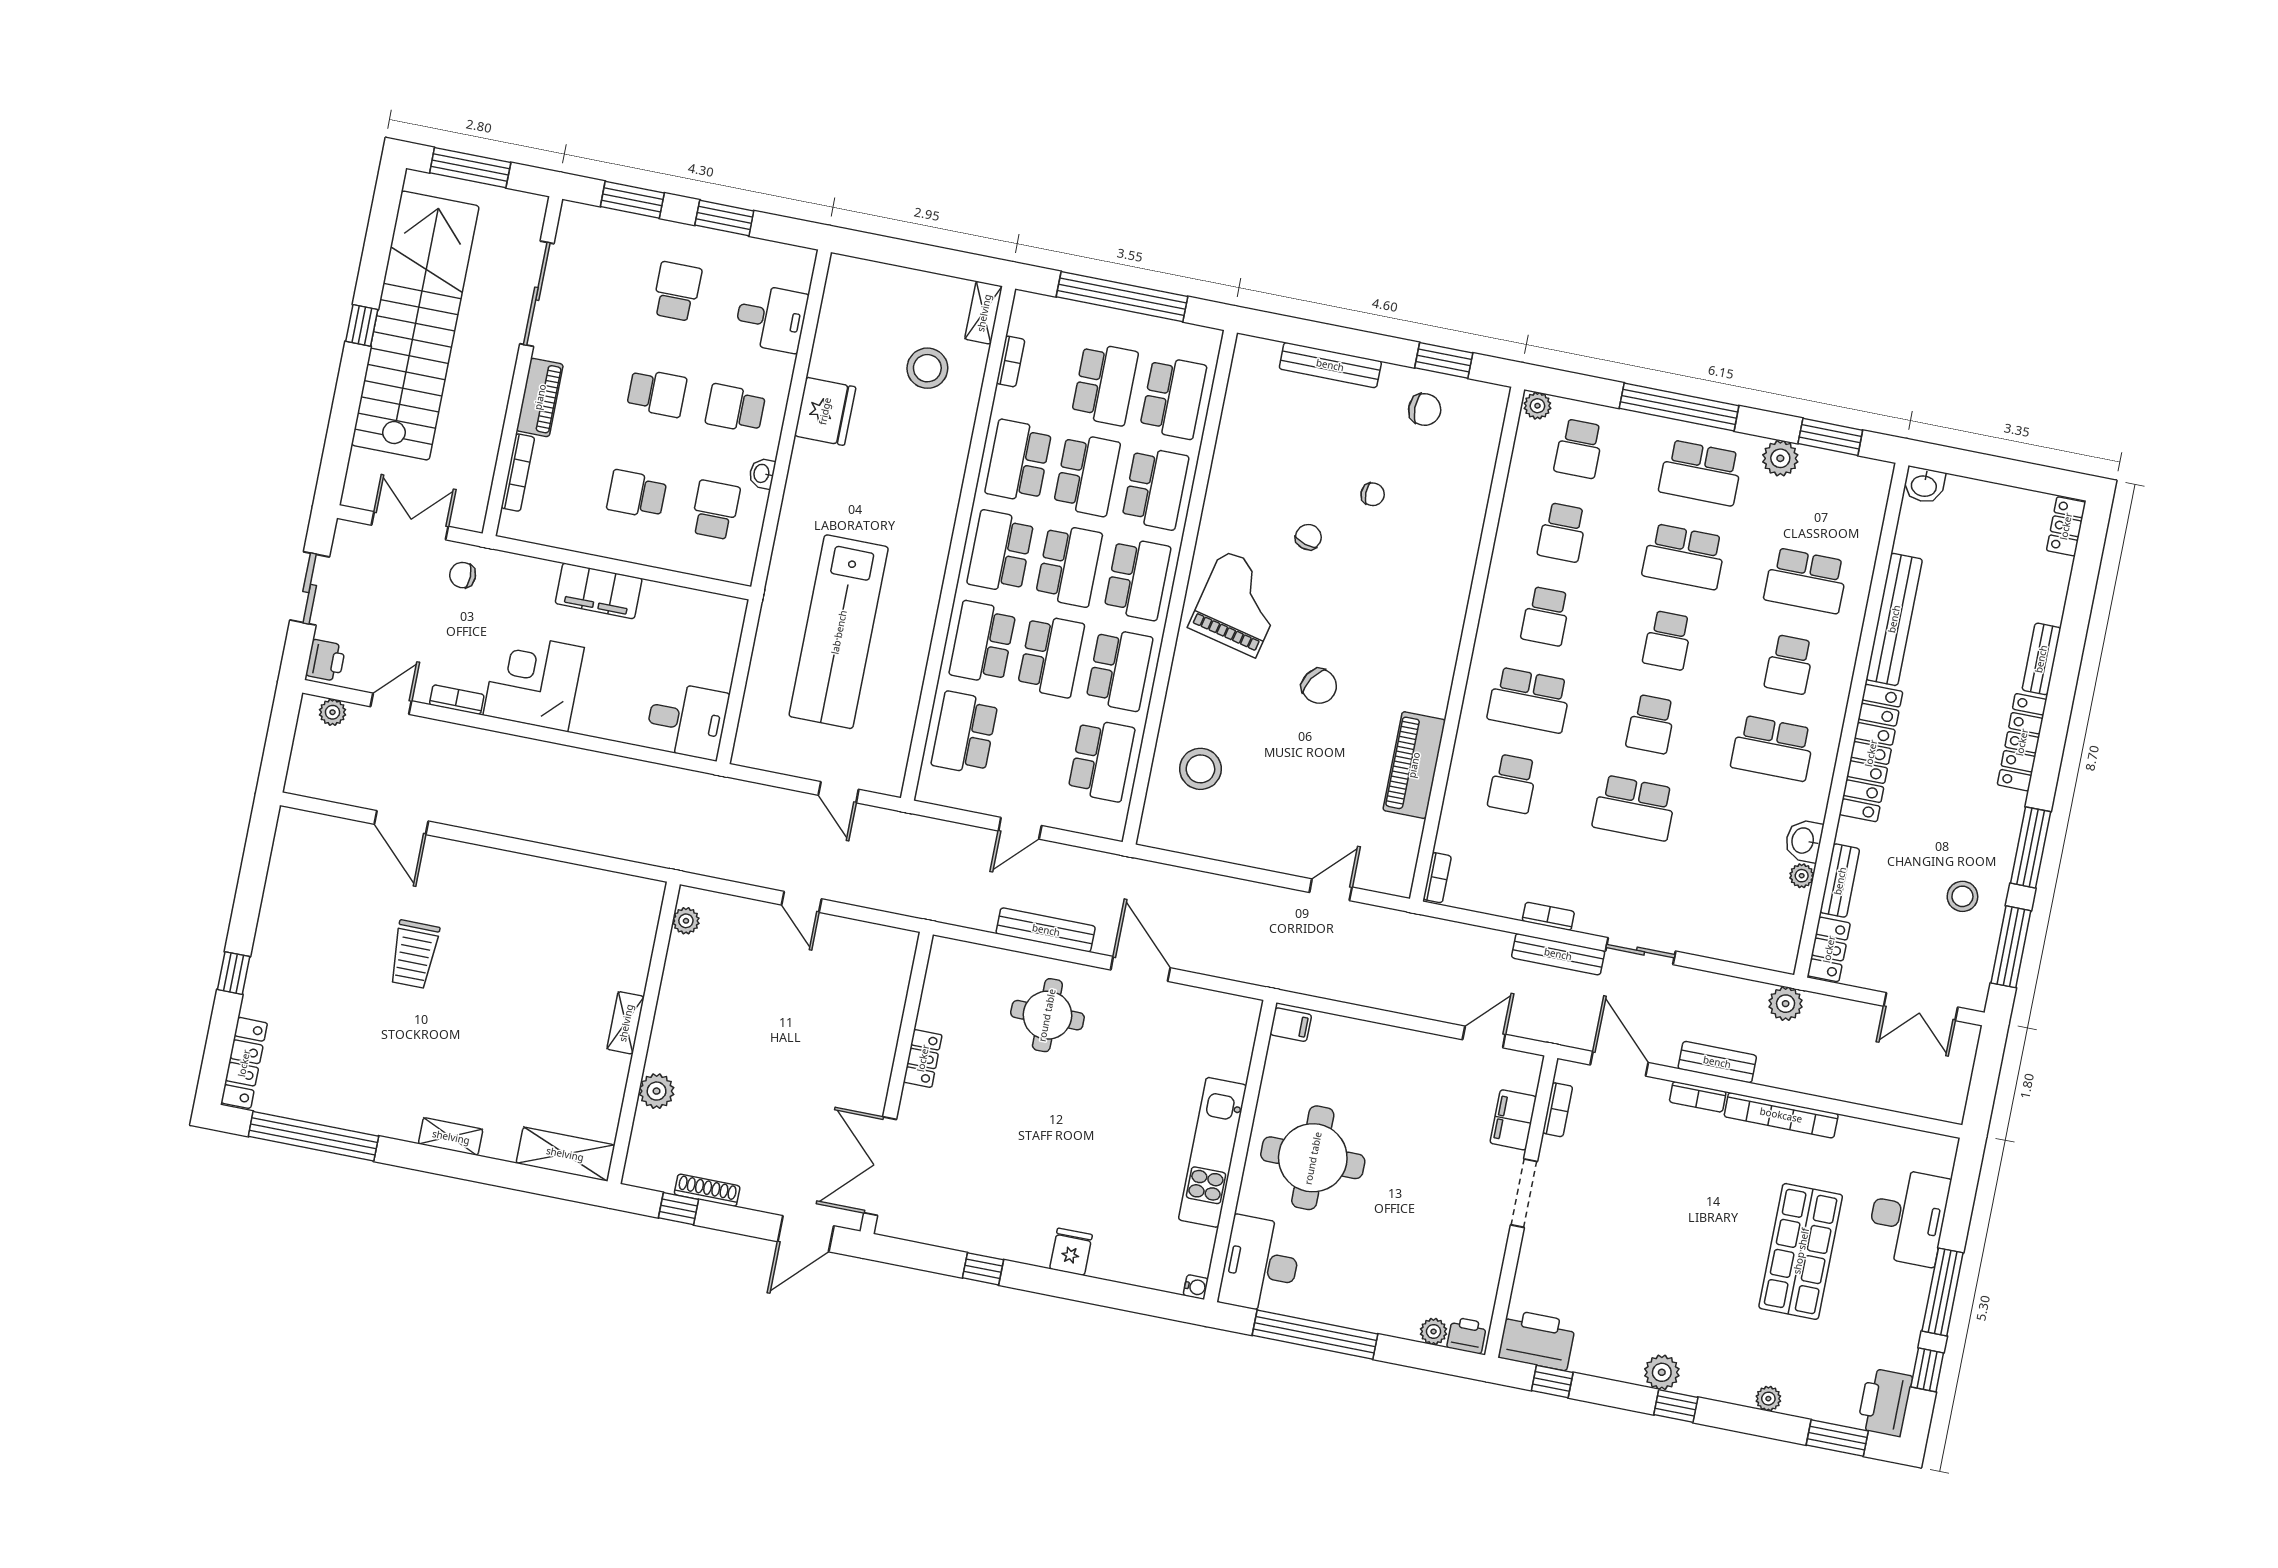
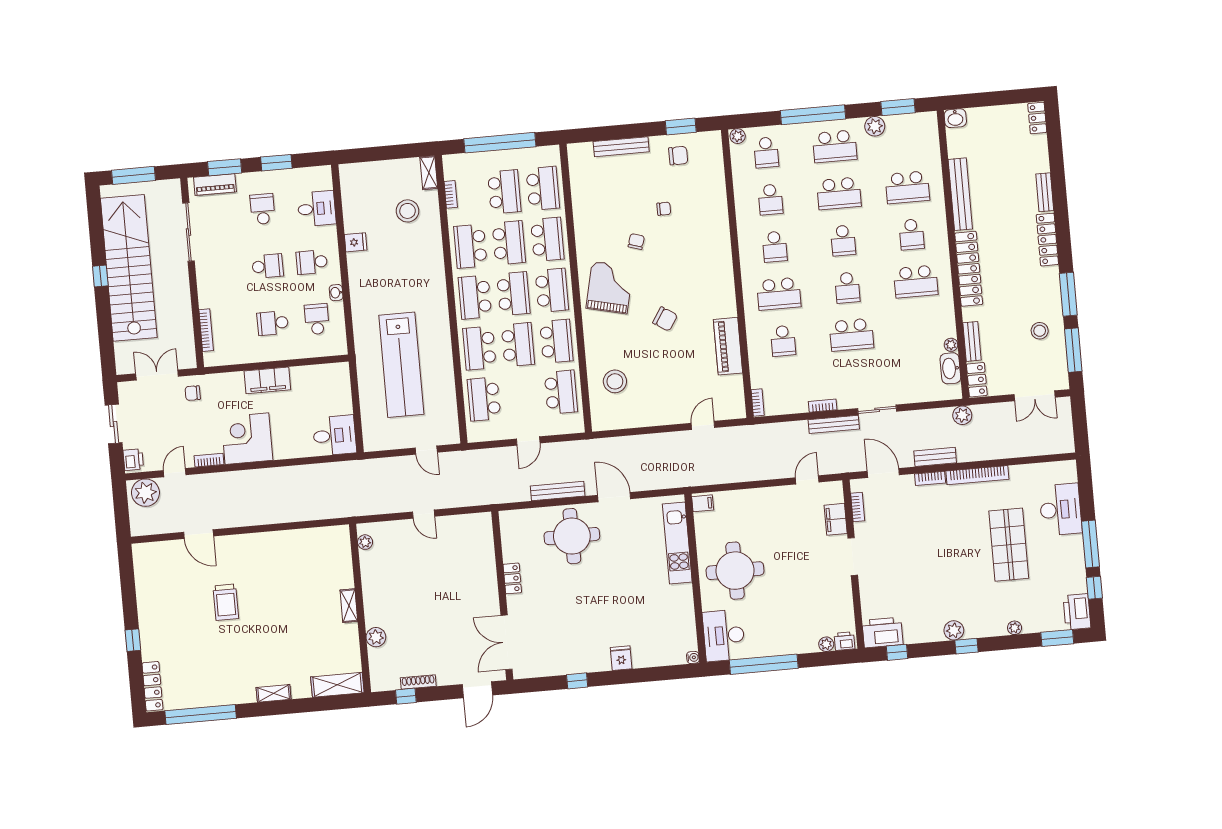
piano: (540, 397) -> (215, 184), moved, turned 90
fridge: (825, 411) -> (356, 242), width x0.53, depth x0.75
plant: (333, 712) -> (145, 493), width x1.87, depth x1.87
washbasin: (1804, 841) -> (950, 368), moved, width x1.38
round table: (1047, 1015) -> (572, 536), width x1.36, depth x1.36
kitchen unit: (1212, 1152) -> (677, 543), moved

